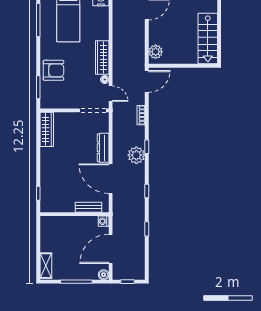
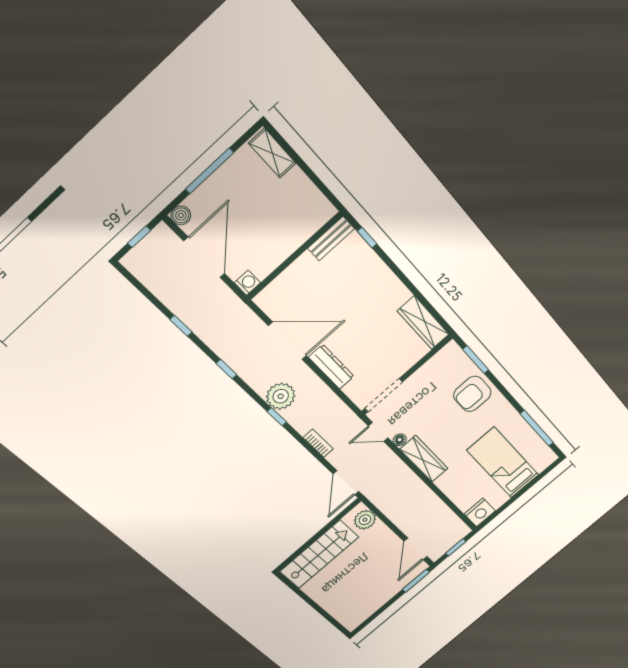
stairs: (208, 38) -> (319, 554), moved, turned 90
bench: (89, 207) -> (331, 239), moved

